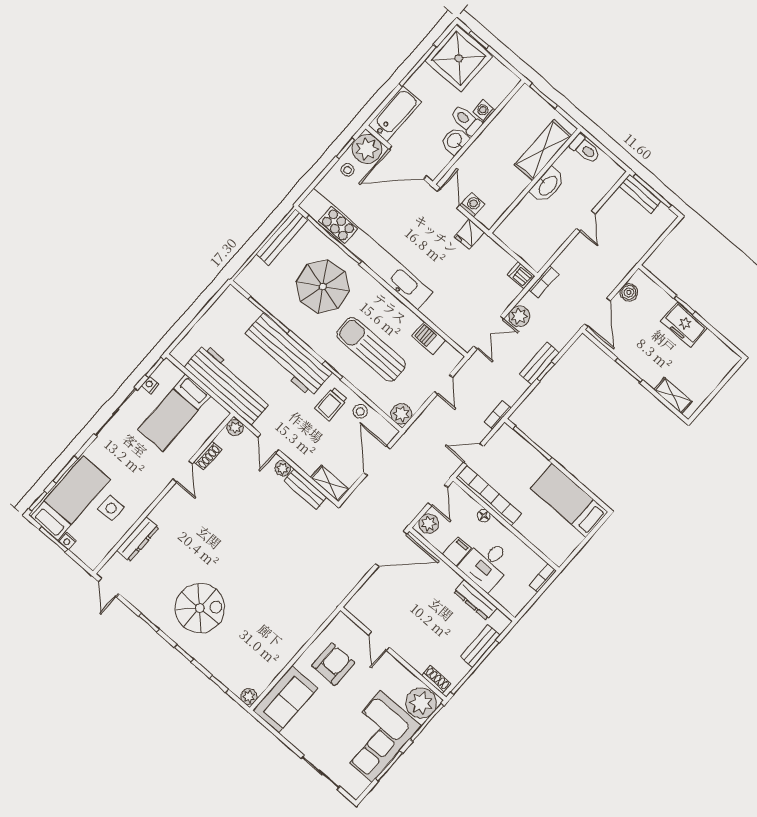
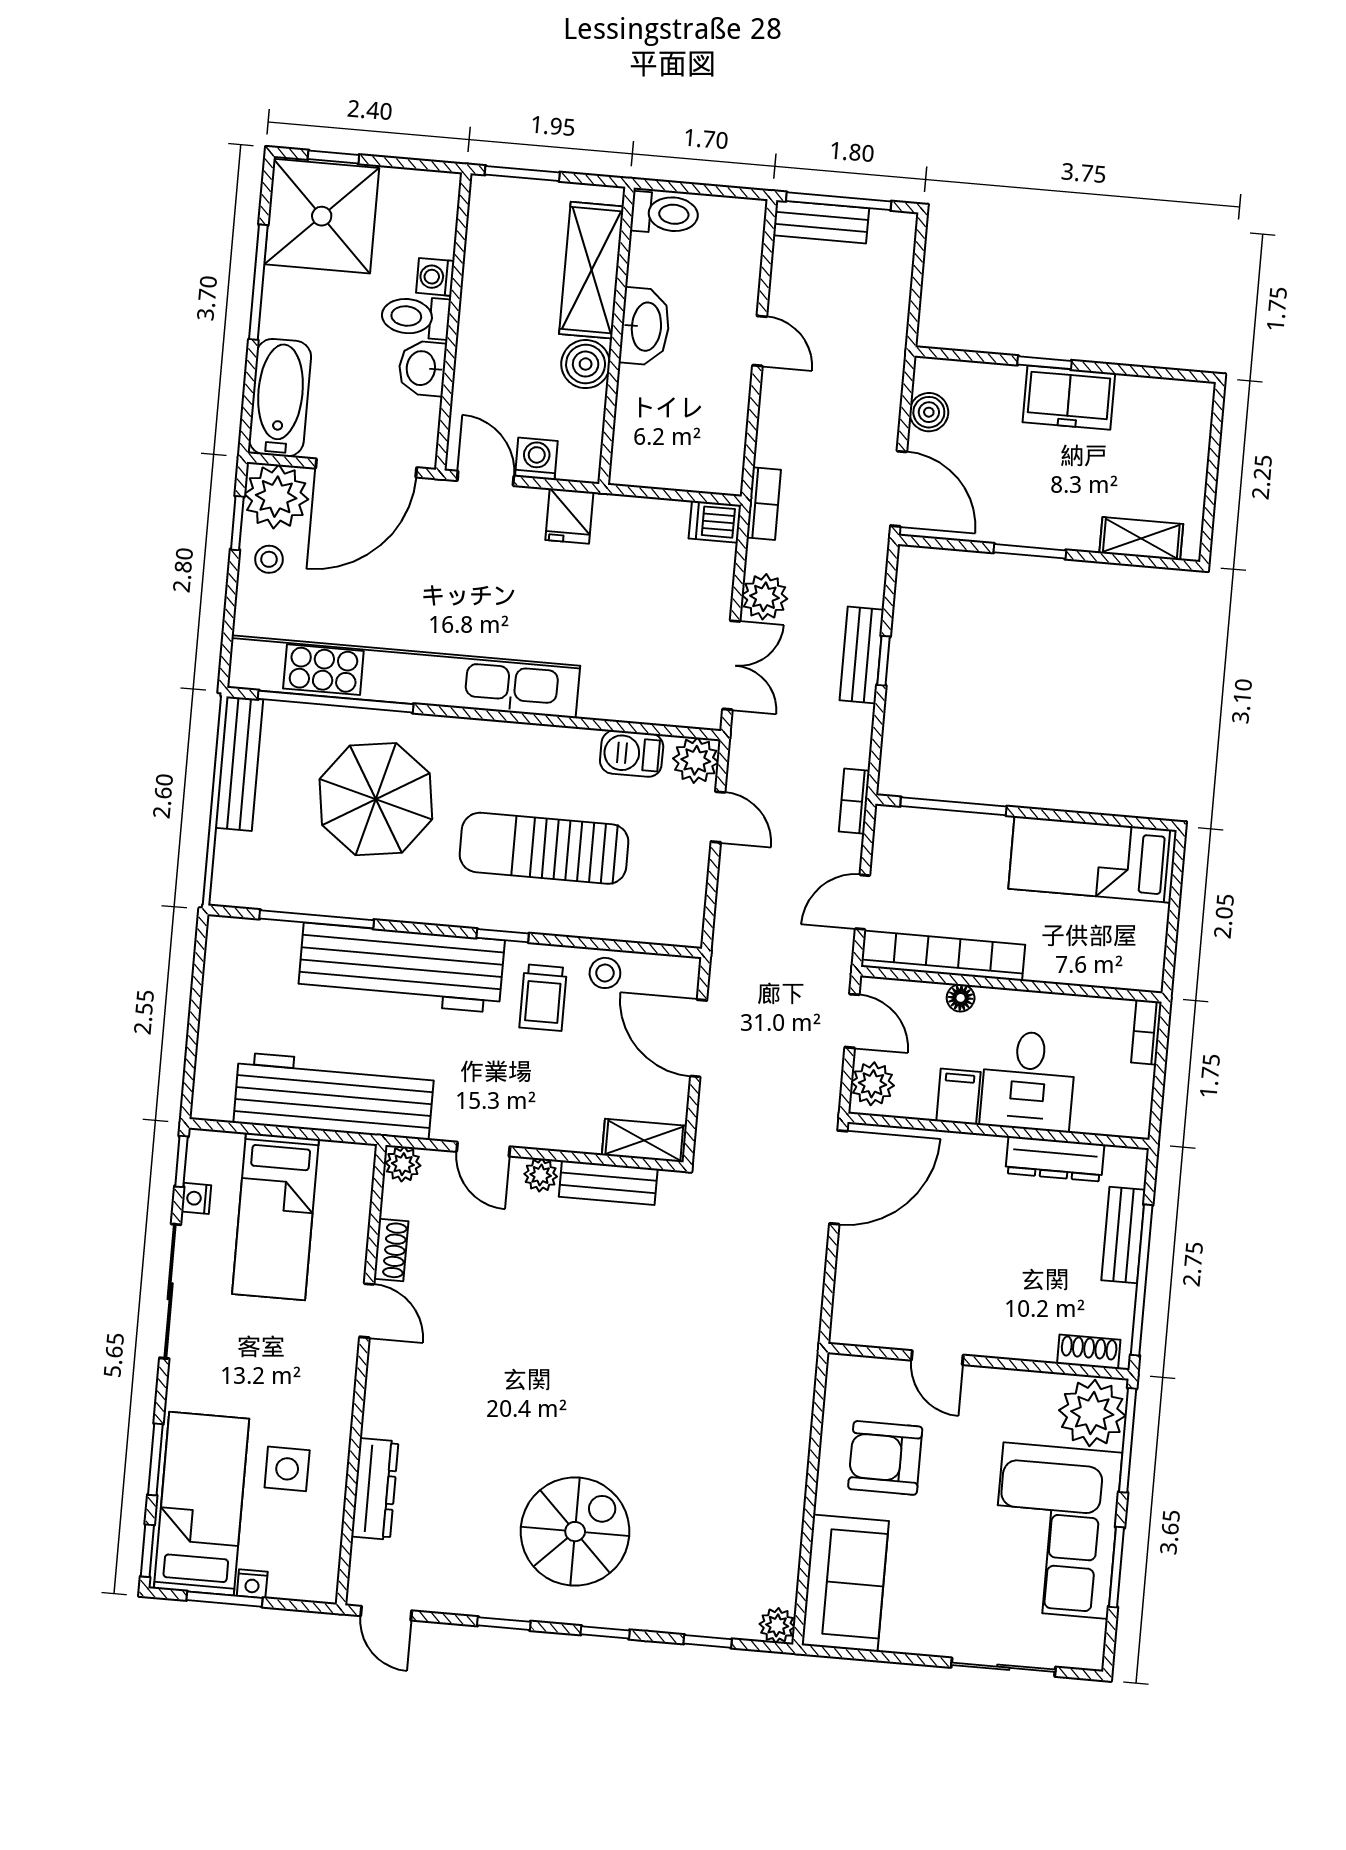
boiler: (516, 183) -> (586, 364), added
plant: (401, 414) -> (696, 760), moved
armchair: (333, 664) -> (885, 1458), turned -90

